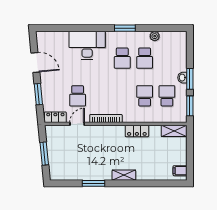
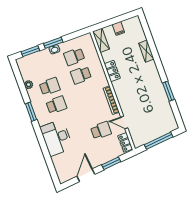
window: (190, 106) -> (30, 51), moved
window: (44, 154) -> (159, 141), width x1.44
filing cabinet: (180, 171) -> (118, 28), moved
shelving: (124, 175) -> (146, 51), moved

